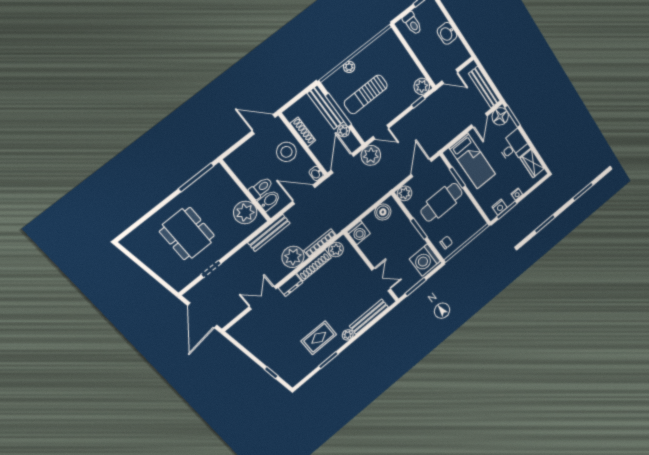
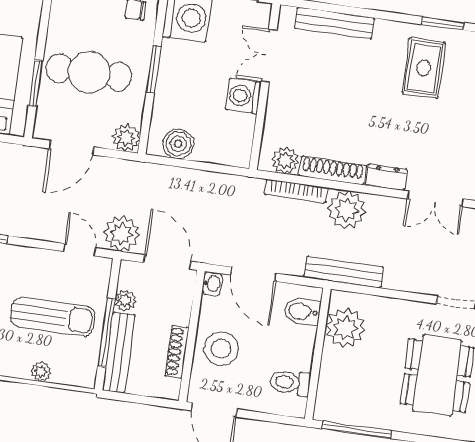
door: (342, 163) -> (167, 262), swing flipped
toilet: (261, 188) -> (290, 383), moved
washing machine: (359, 233) -> (243, 96), moved, turned -90
plant: (348, 335) -> (385, 29), removed
rug: (319, 338) -> (424, 68), turned 90

